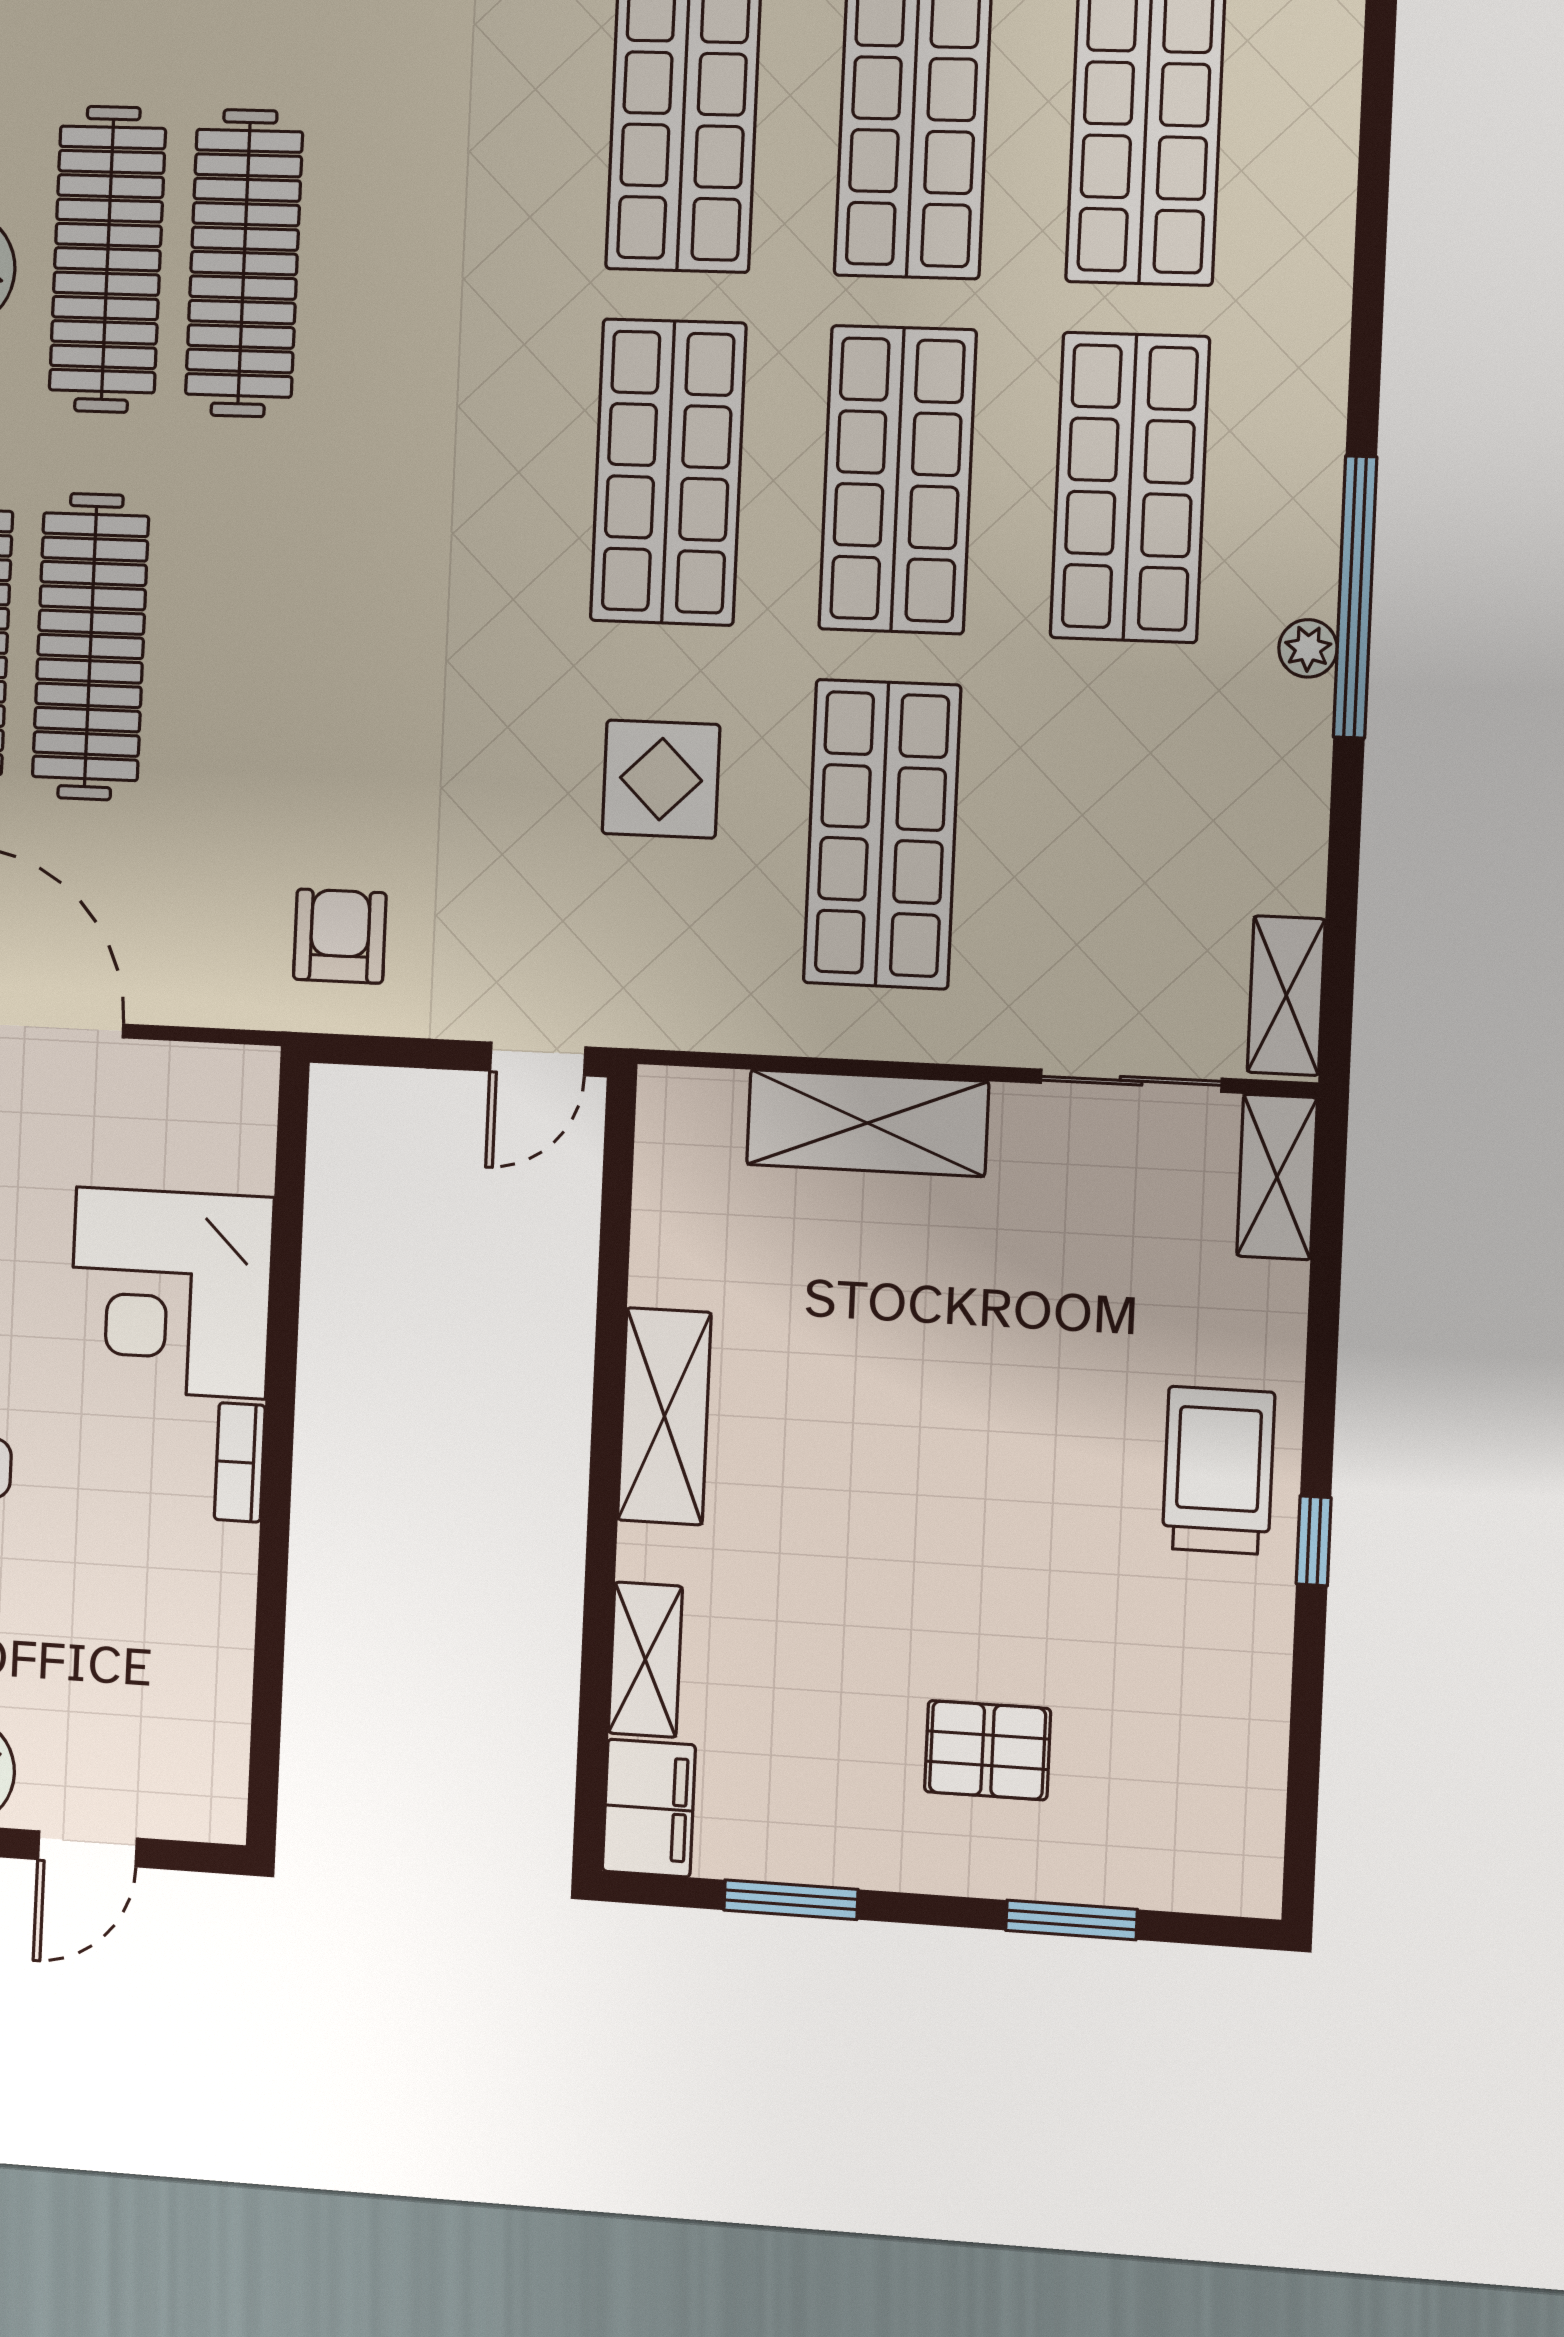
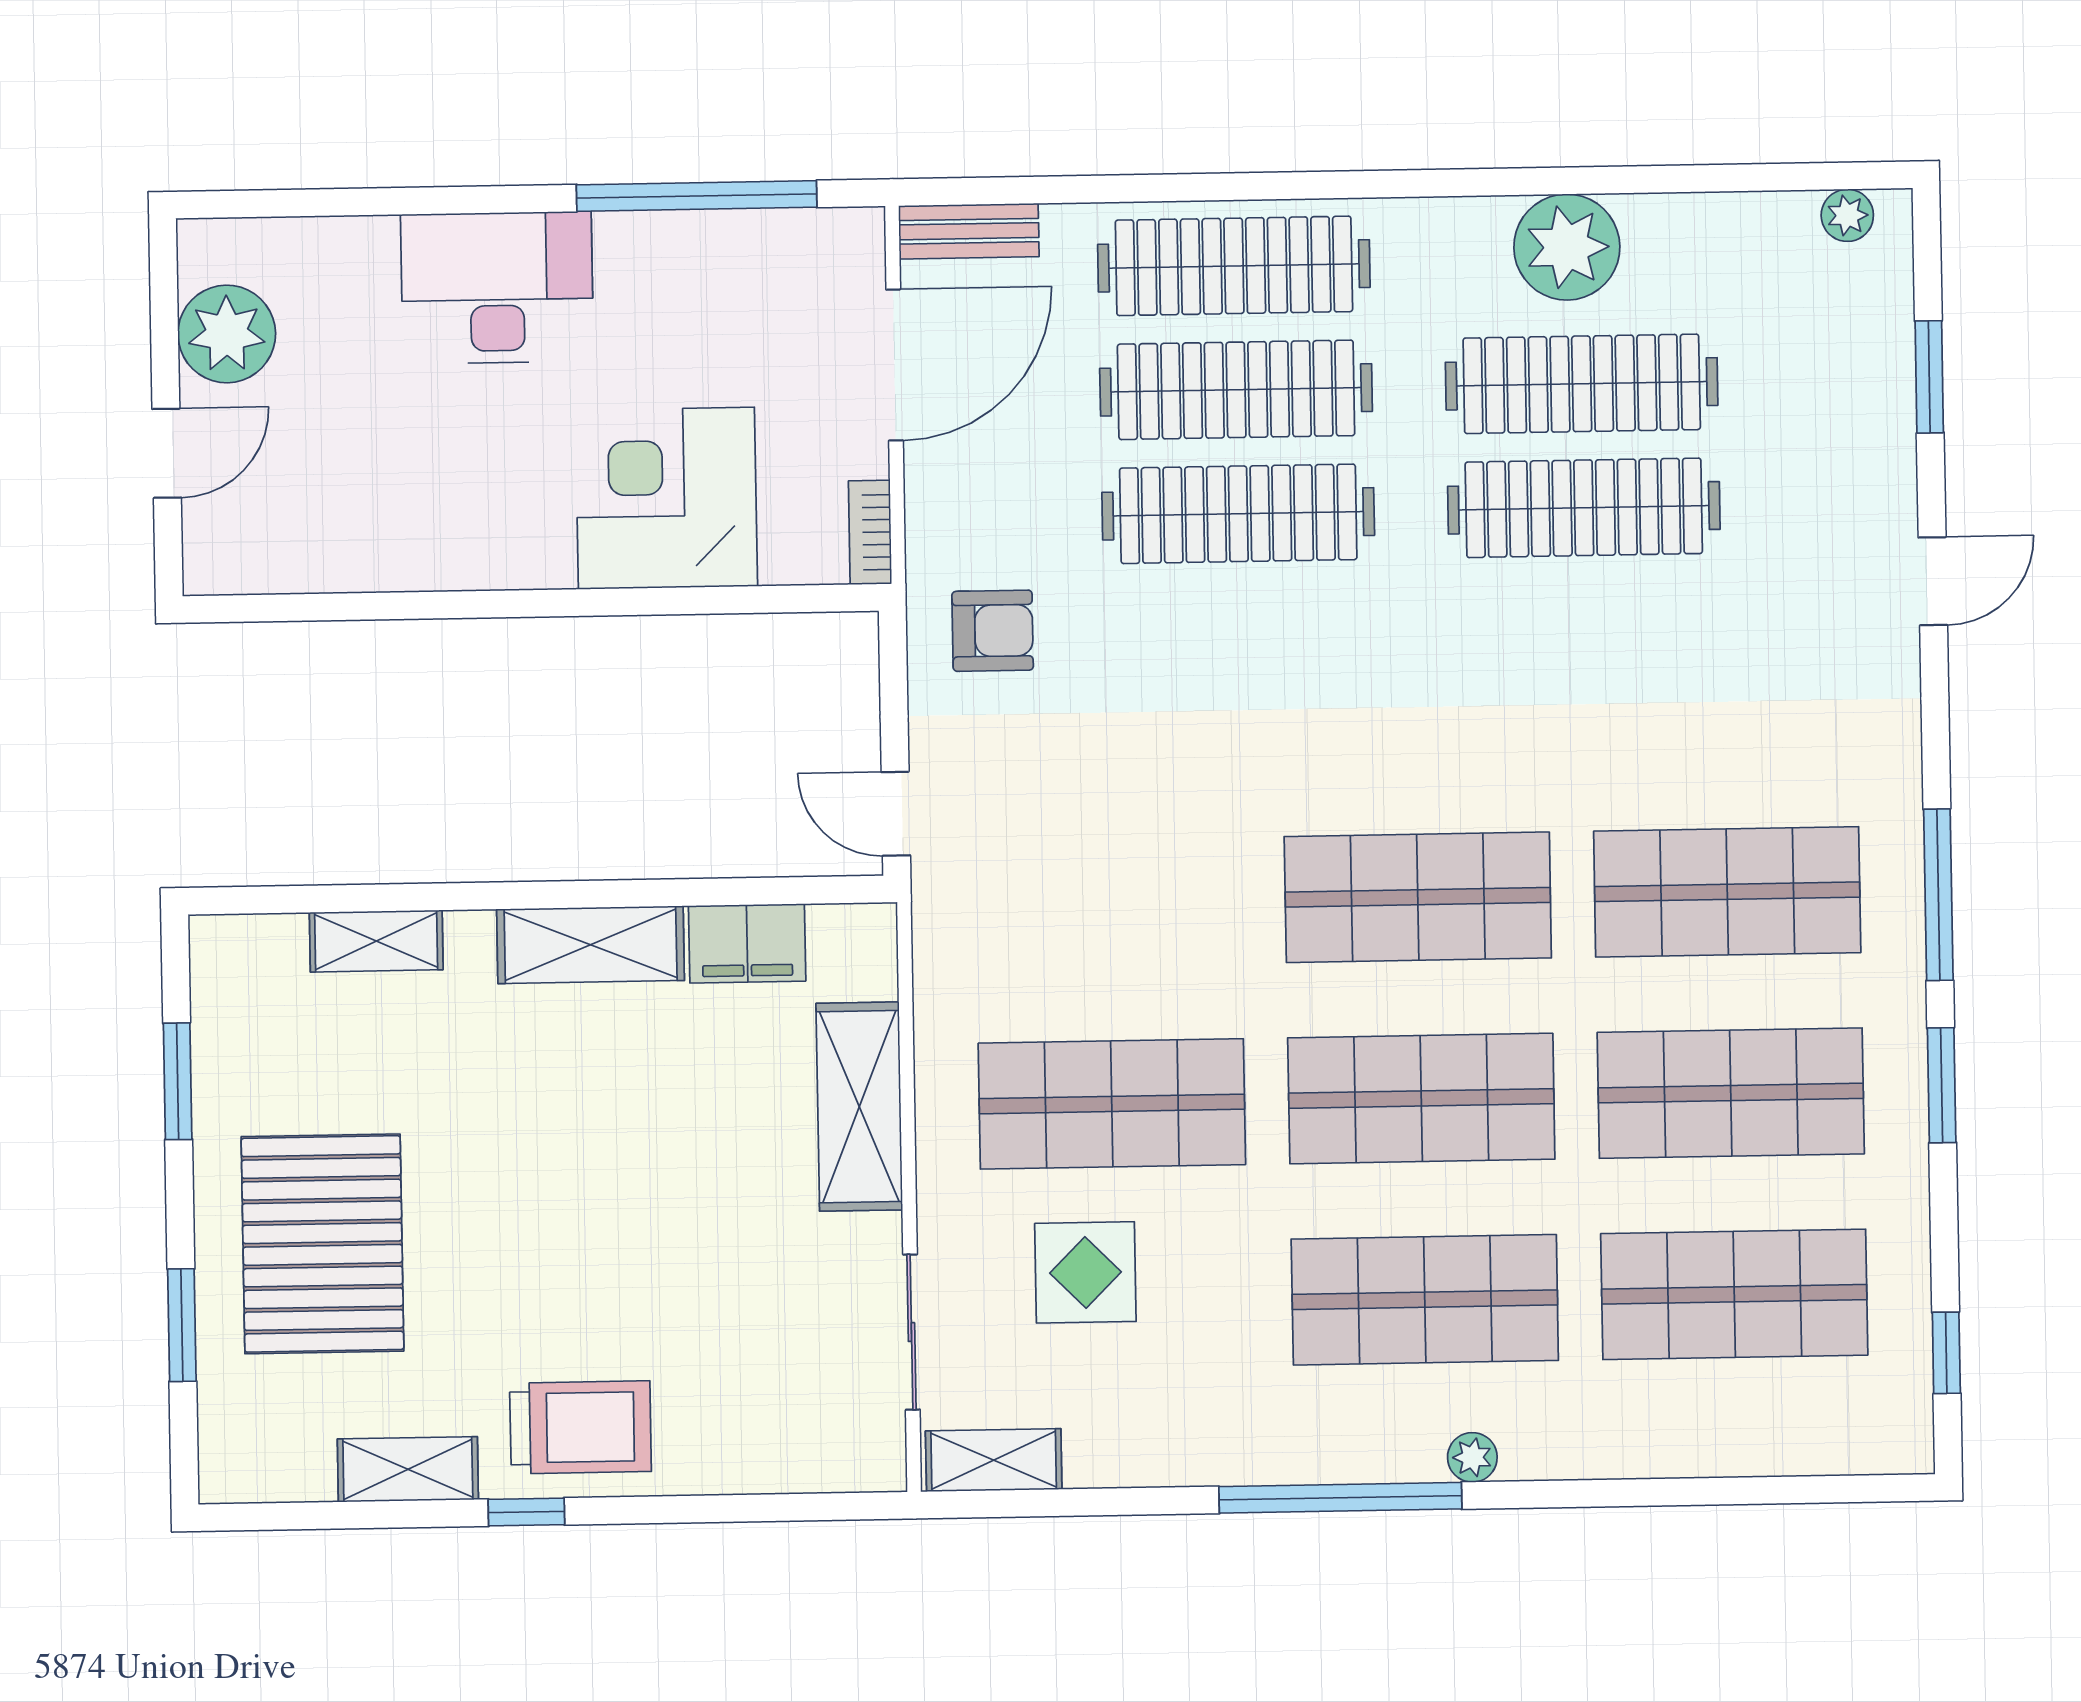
plant: (1308, 648) -> (1472, 1457), moved
clothes rail: (227, 652) -> (1238, 514), added
display table: (661, 779) -> (1085, 1272), moved
shelving: (1277, 1177) -> (408, 1469), moved
bookcase: (240, 1462) -> (870, 532), moved, turned -90
pallet: (988, 1750) -> (322, 1244), width x2.05, depth x2.00
filing cabinet: (649, 1808) -> (747, 943), moved
door: (87, 1849) -> (167, 453), swing flipped

